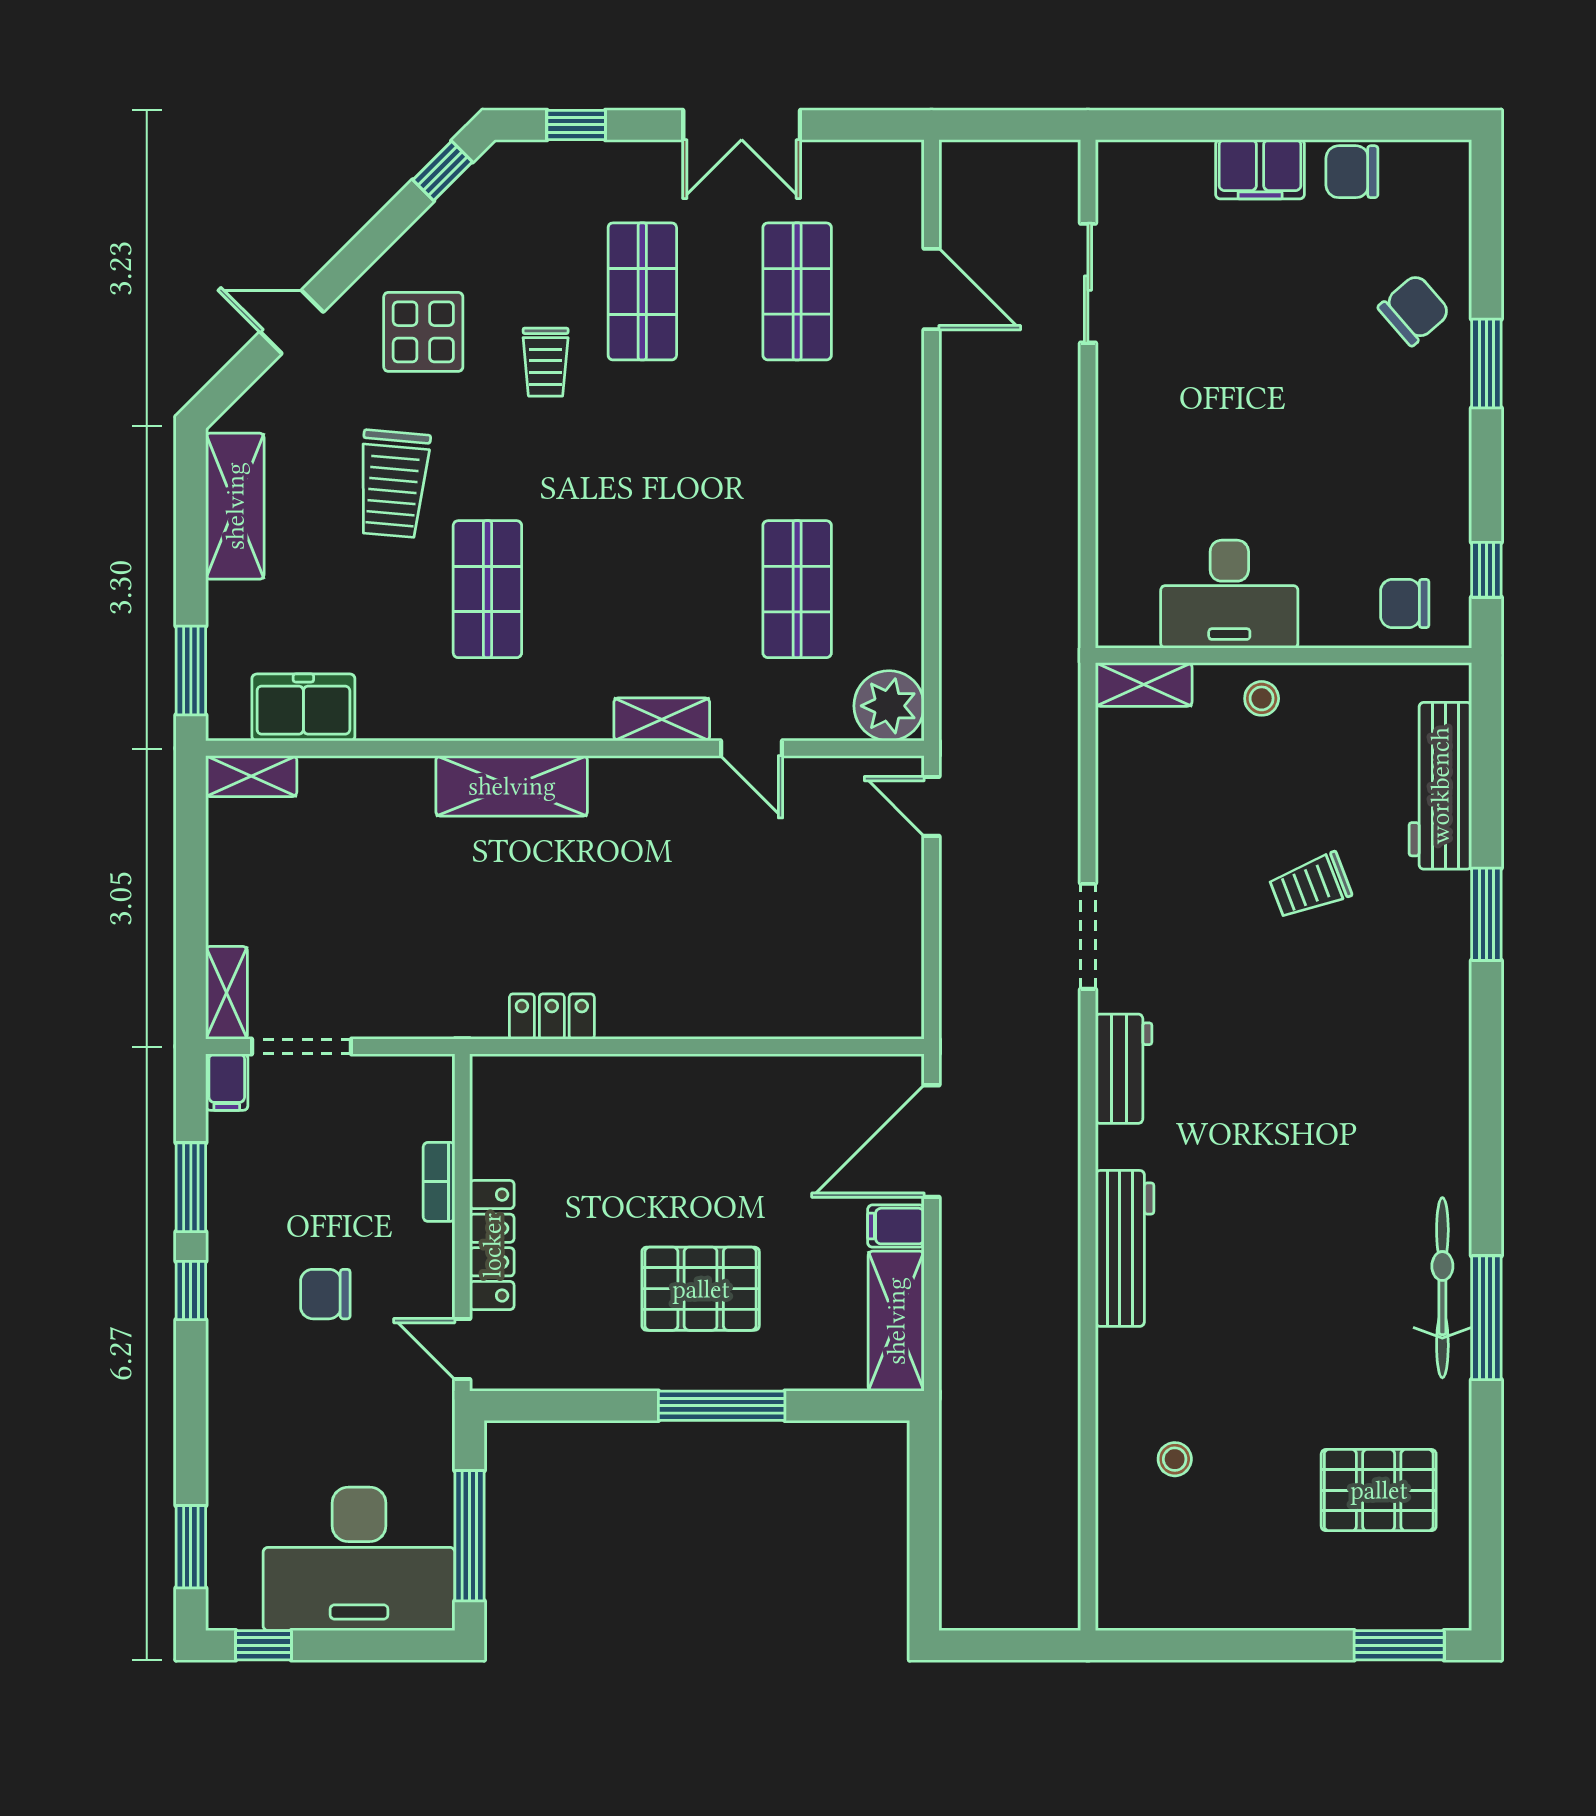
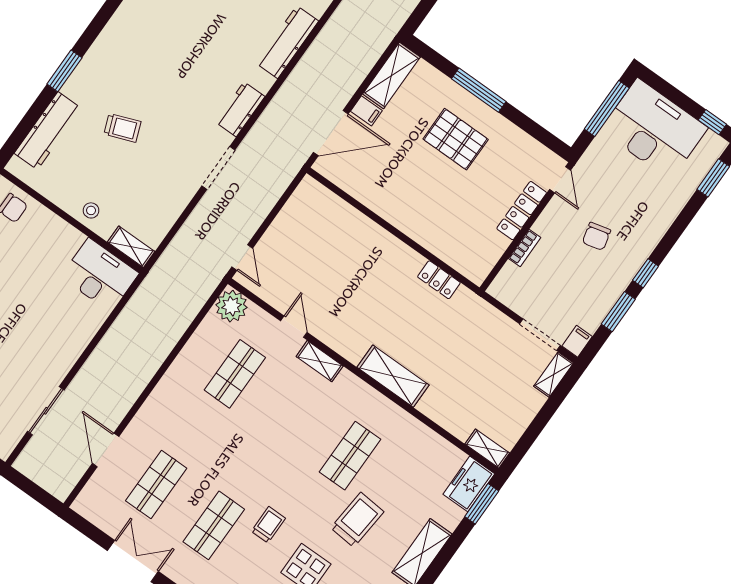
desk: (1229, 594) -> (100, 275), moved
freezer: (303, 707) -> (469, 484), moved, turned 90
chair: (325, 1294) -> (596, 236), turned 76

